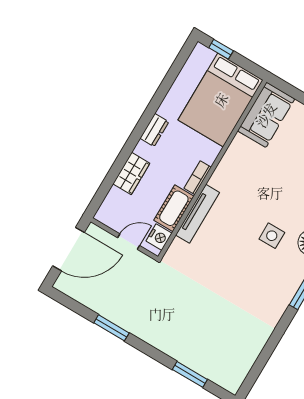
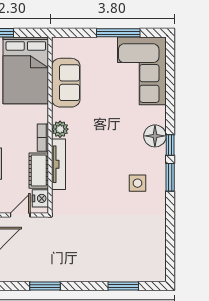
sofa: (266, 115) -> (66, 83), moved
plant: (220, 179) -> (60, 129), added
side table: (272, 236) -> (137, 183), moved

